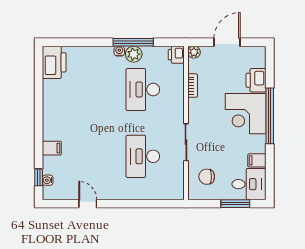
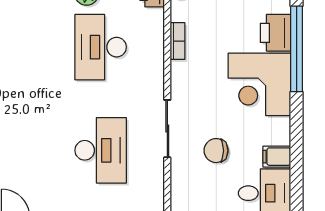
window: (270, 116) -> (297, 49), moved
desk: (143, 156) -> (101, 150), turned 180
chair: (207, 177) -> (216, 151), moved

